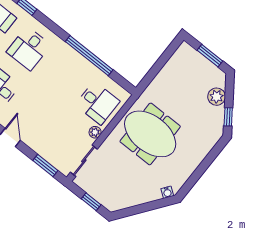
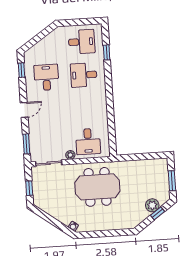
window: (89, 56) -> (110, 113), removed
window: (228, 117) -> (157, 213), moved
meeting table: (150, 134) -> (97, 187), turned 90

